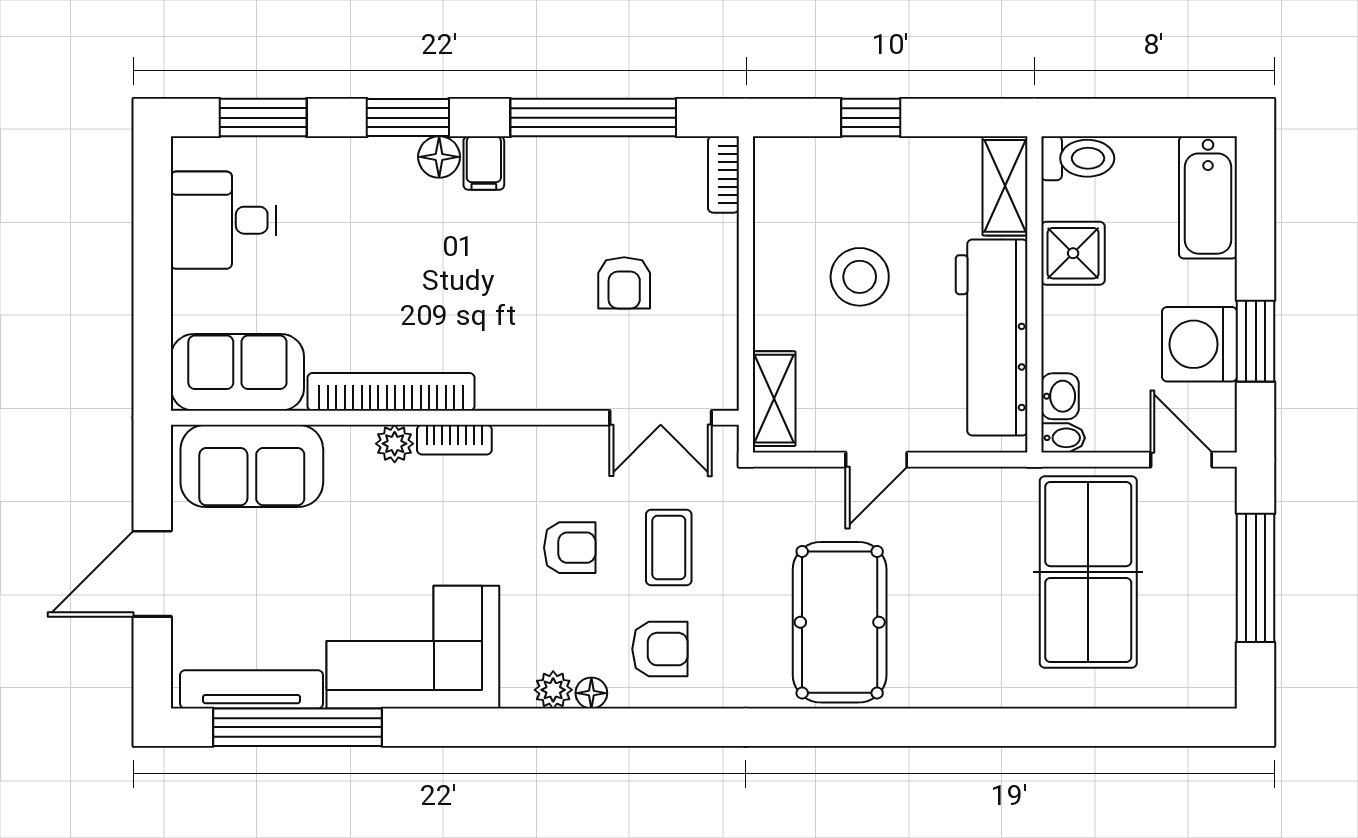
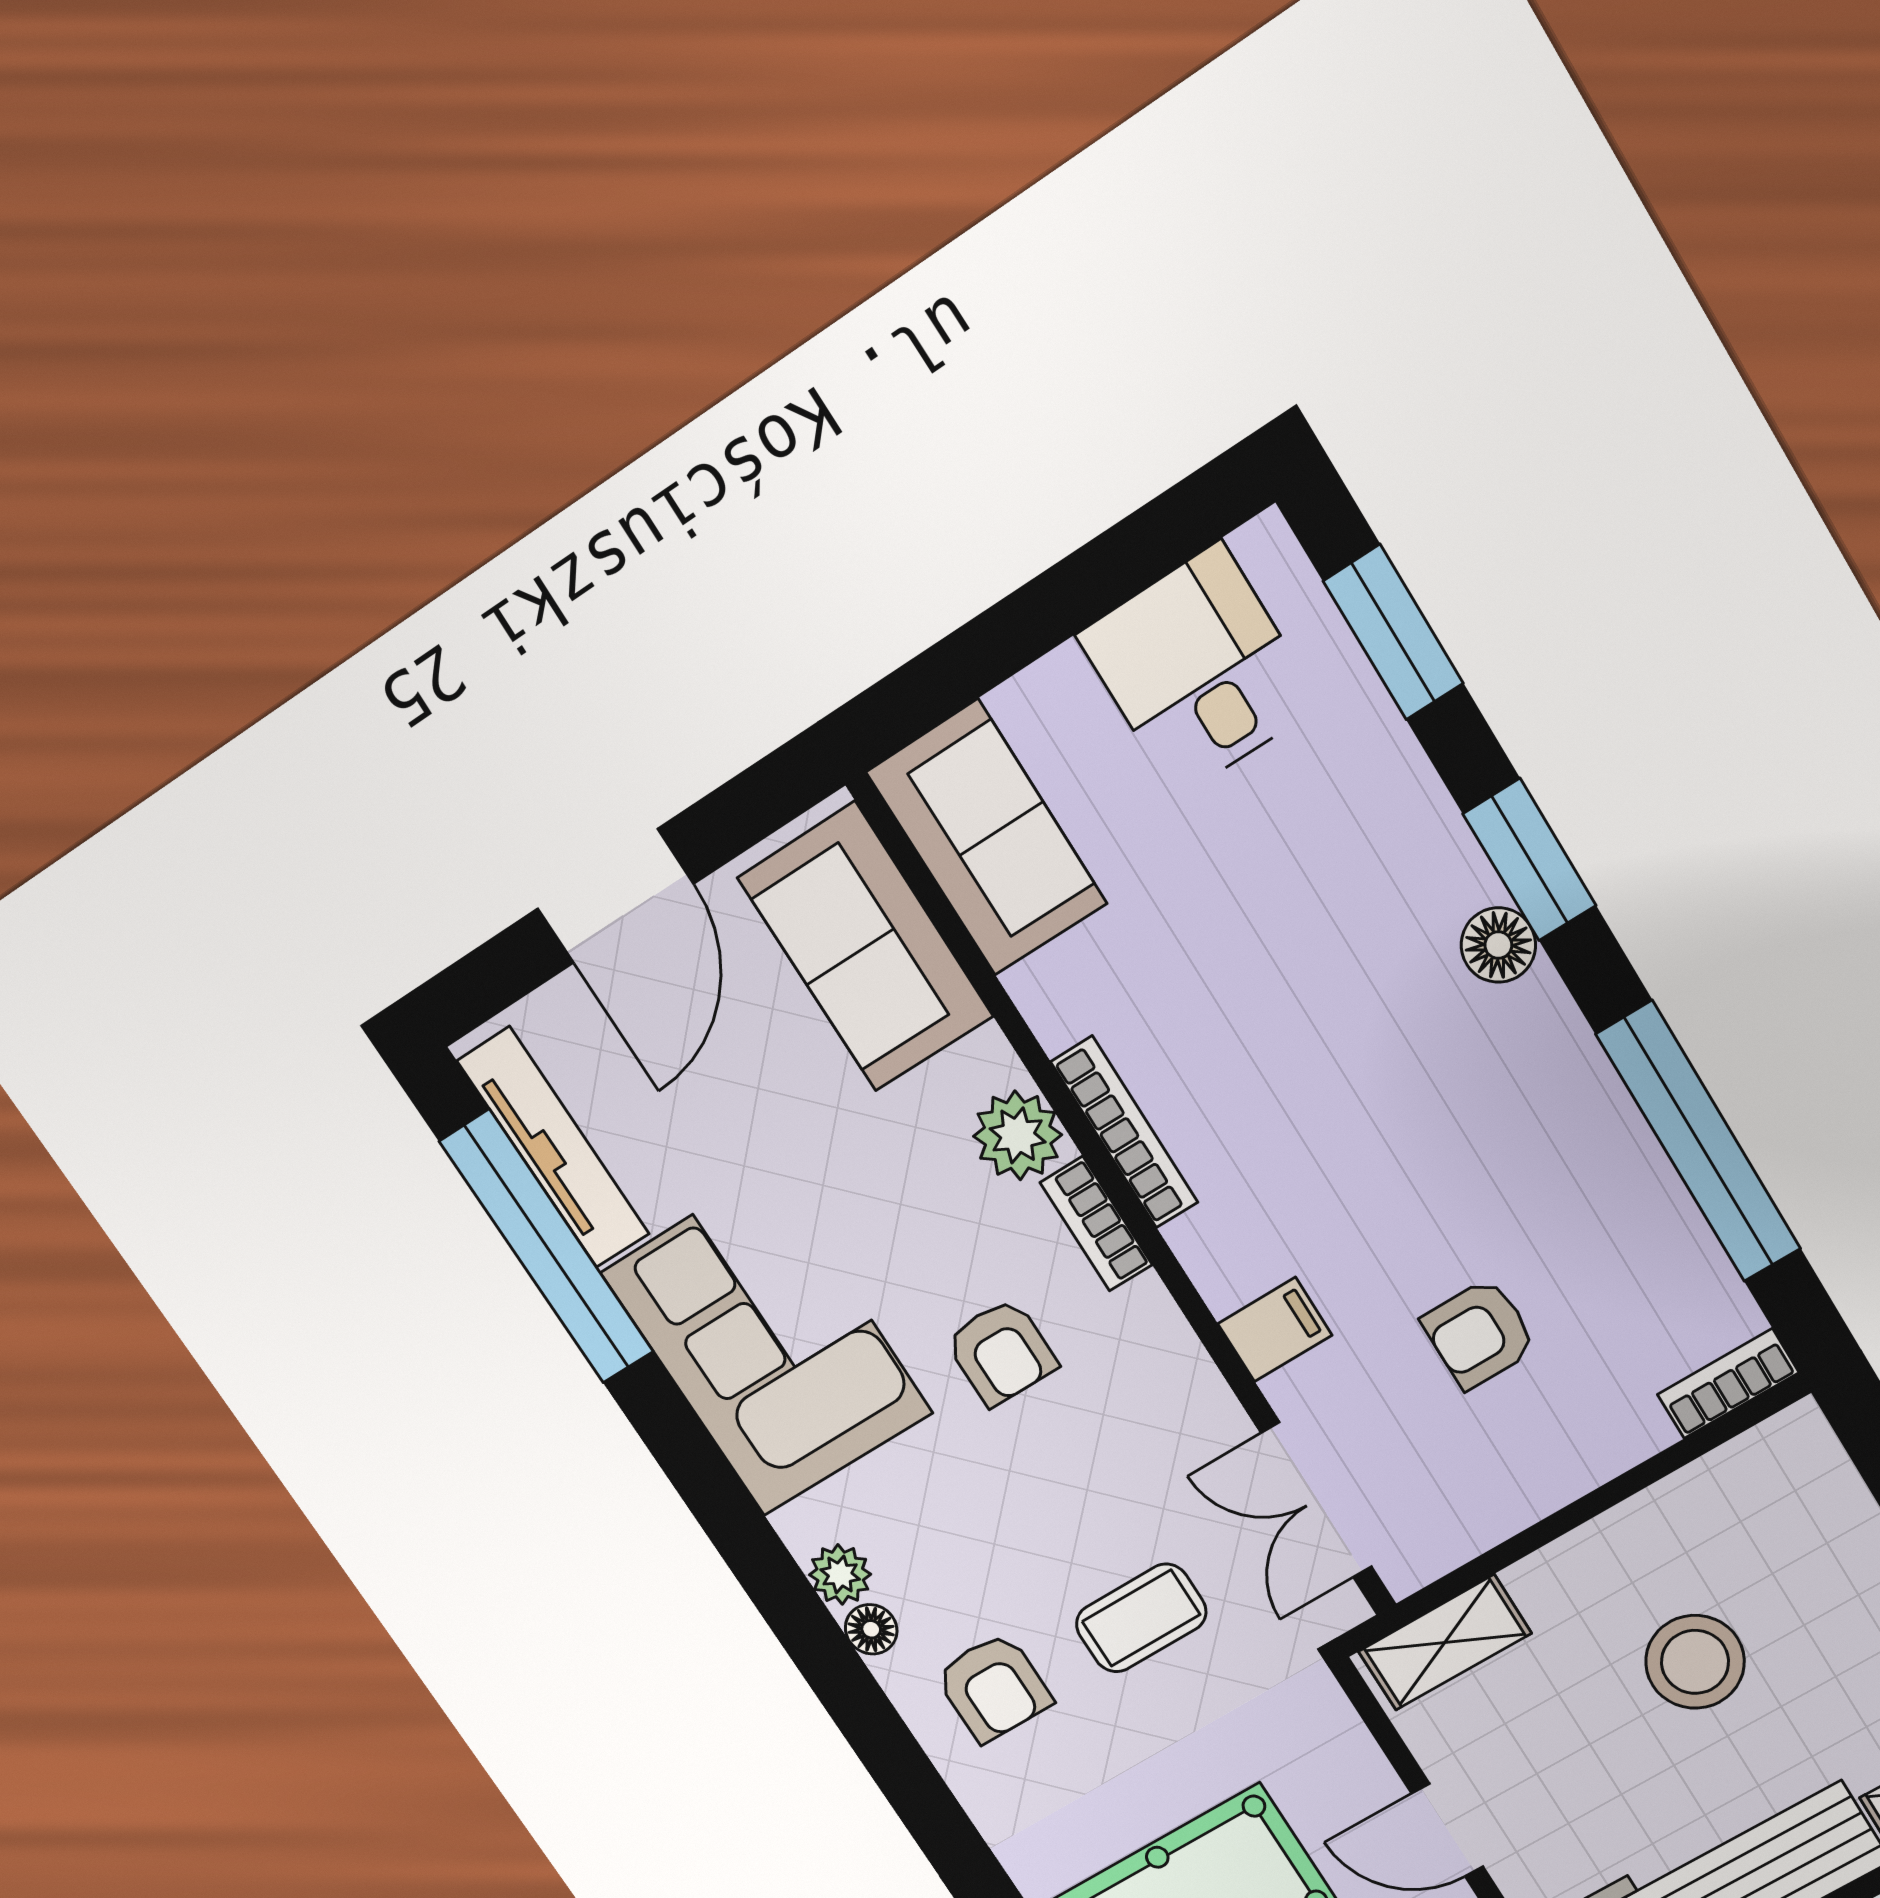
filing cabinet: (484, 163) -> (1275, 1329), moved, turned 180
bookcase: (391, 392) -> (1124, 1132), width x0.68, depth x0.76
plant: (395, 444) -> (1018, 1135), width x1.38, depth x1.38
armchair: (570, 548) -> (1001, 1352), moved
door: (152, 574) -> (615, 896), swing flipped

